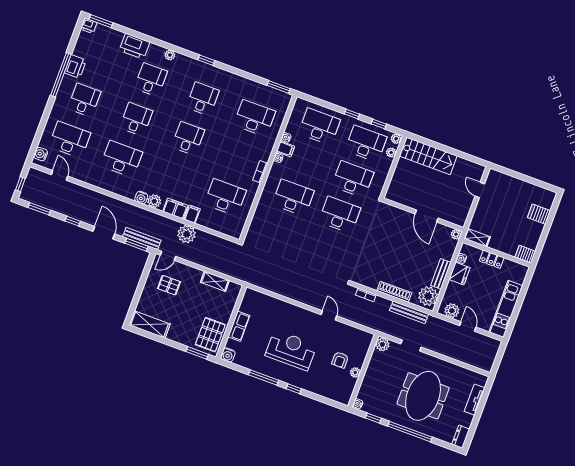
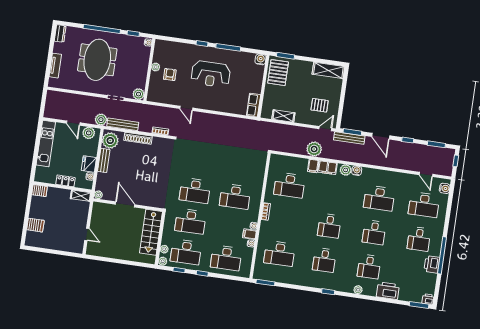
stairs: (428, 156) -> (151, 232), moved, turned -90
plant: (434, 324) -> (101, 120), added
row of seats: (239, 326) -> (254, 105), moved

